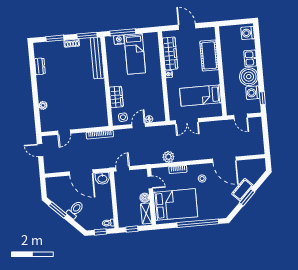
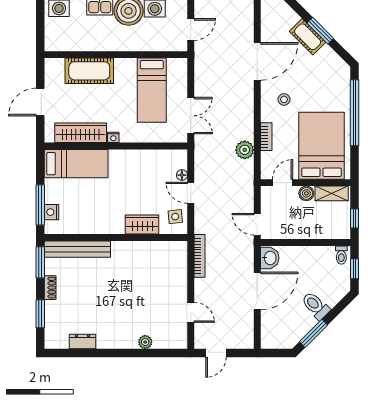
bed: (135, 54) -> (76, 164), moved

